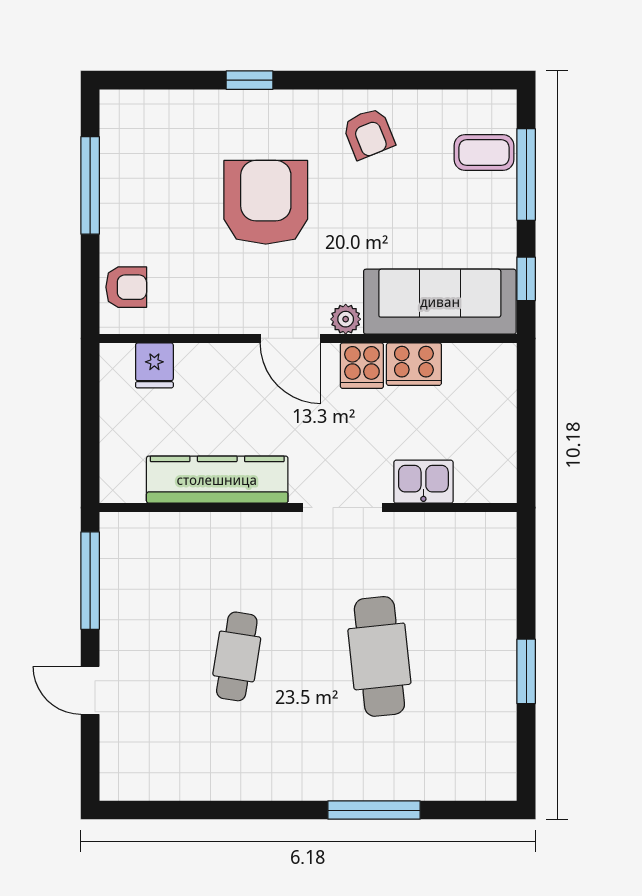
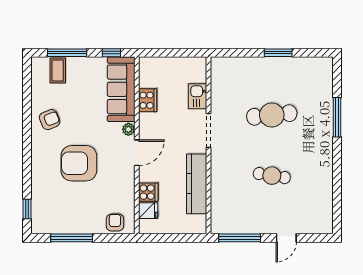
window: (250, 80) -> (27, 209), moved
cooker: (362, 366) -> (148, 192), moved

